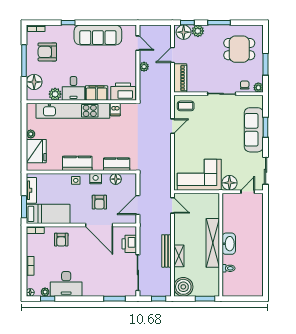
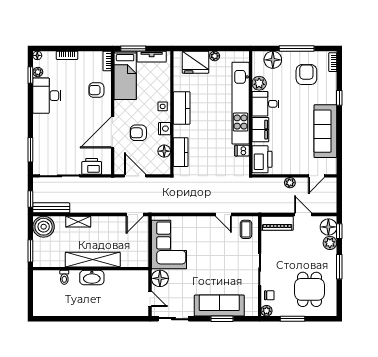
bench: (166, 251) -> (51, 208), moved

